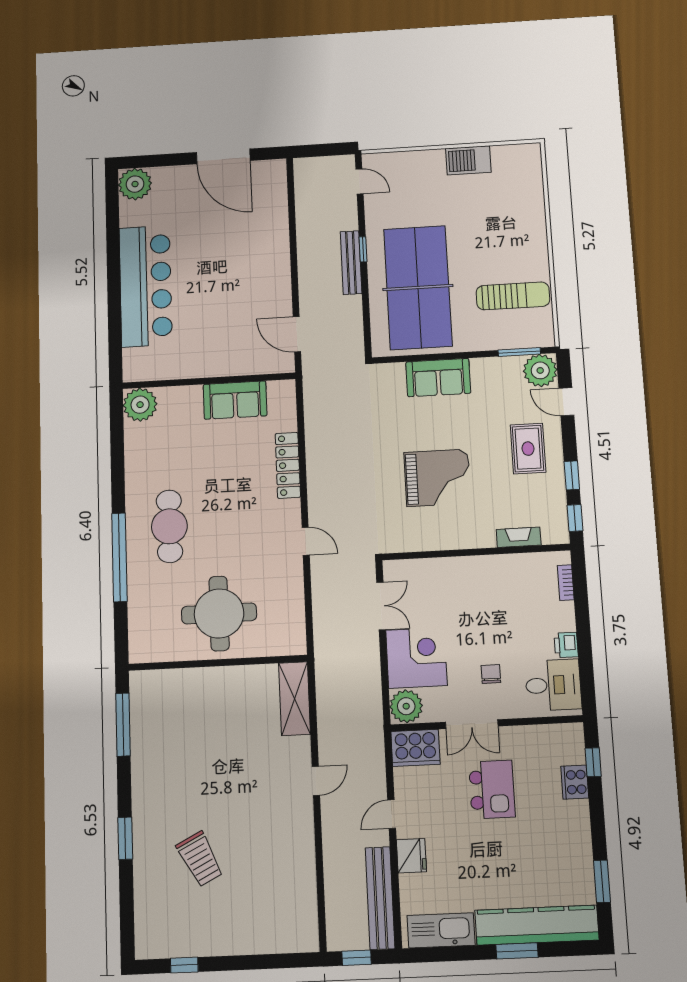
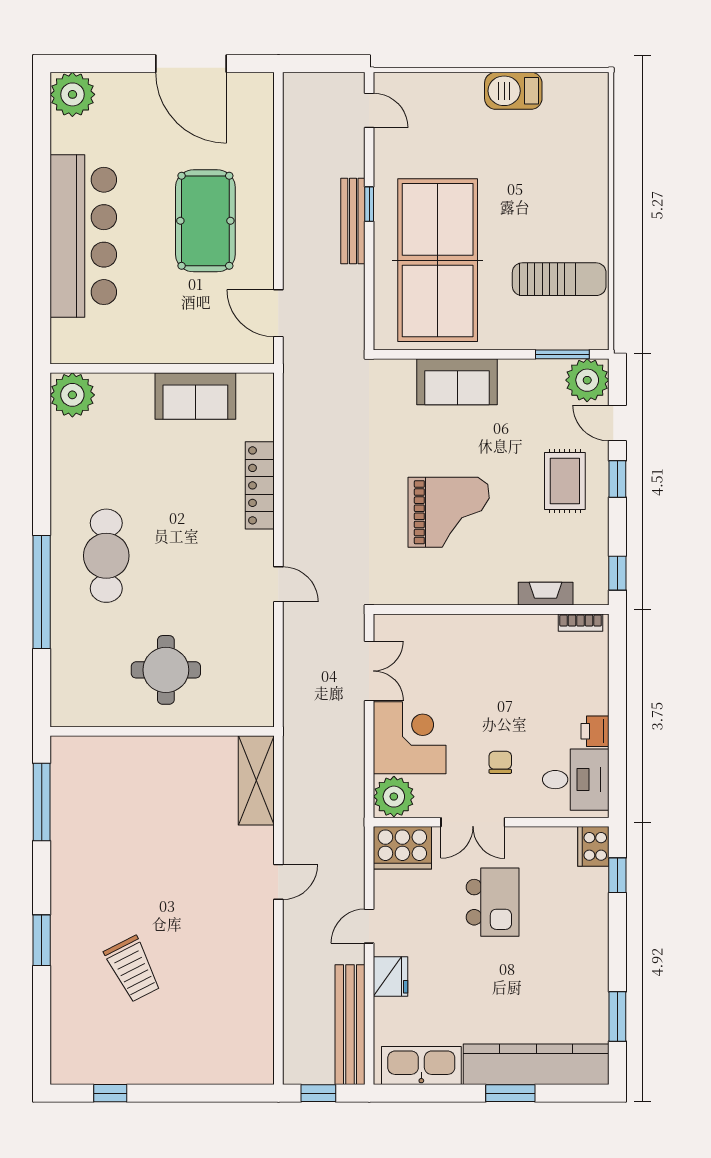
pool table: (238, 269) -> (205, 221), added
window: (572, 475) -> (617, 479), moved
bookcase: (566, 583) -> (581, 623), moved, turned -90
round table: (219, 613) -> (166, 670), width x0.73, depth x0.73
cooker: (575, 782) -> (593, 846), moved

